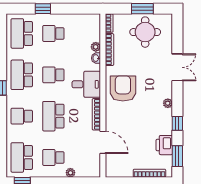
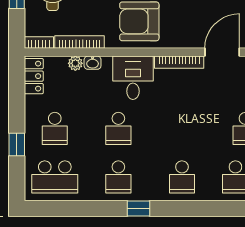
locker: (87, 20) -> (34, 76), added
school desk: (22, 75) -> (118, 177), width x0.54
school desk: (53, 116) -> (182, 128), removed

